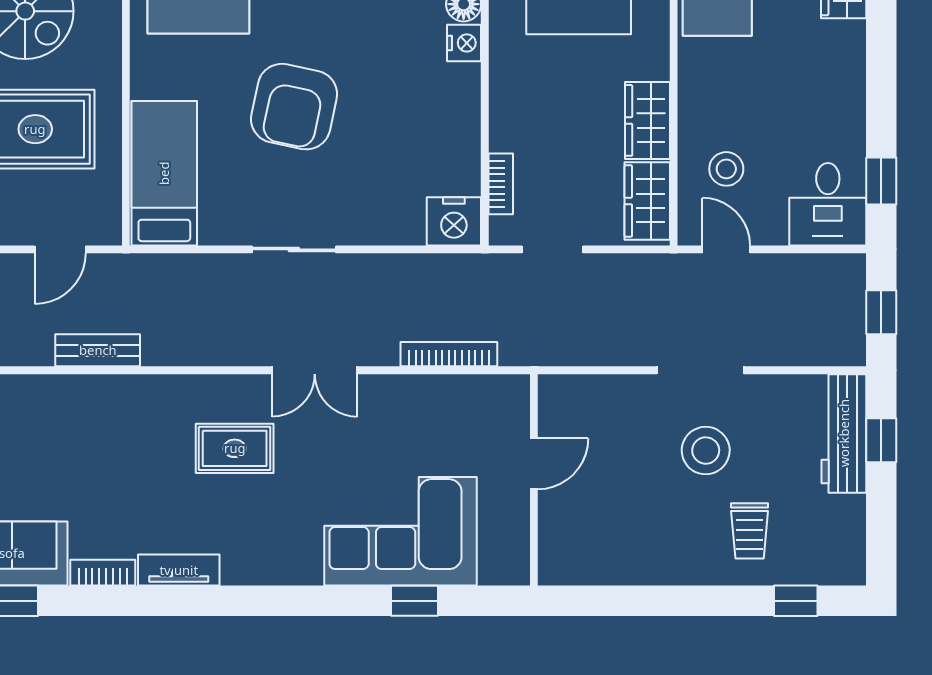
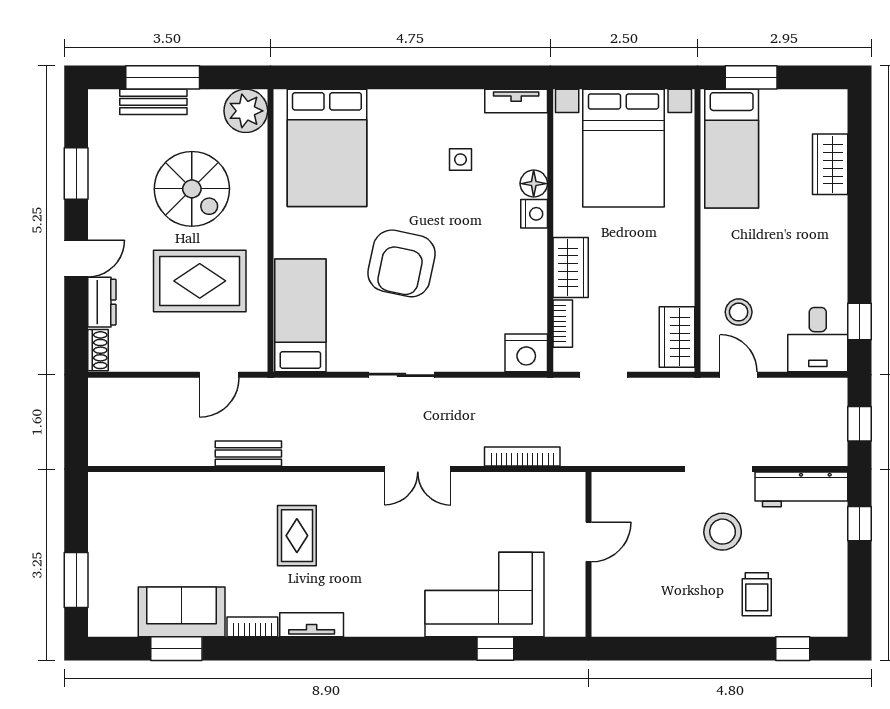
wardrobe: (647, 120) -> (571, 267), moved, turned 180
workbench: (844, 433) -> (801, 489), moved, turned -90
rug: (235, 448) -> (297, 536), moved, turned 90

